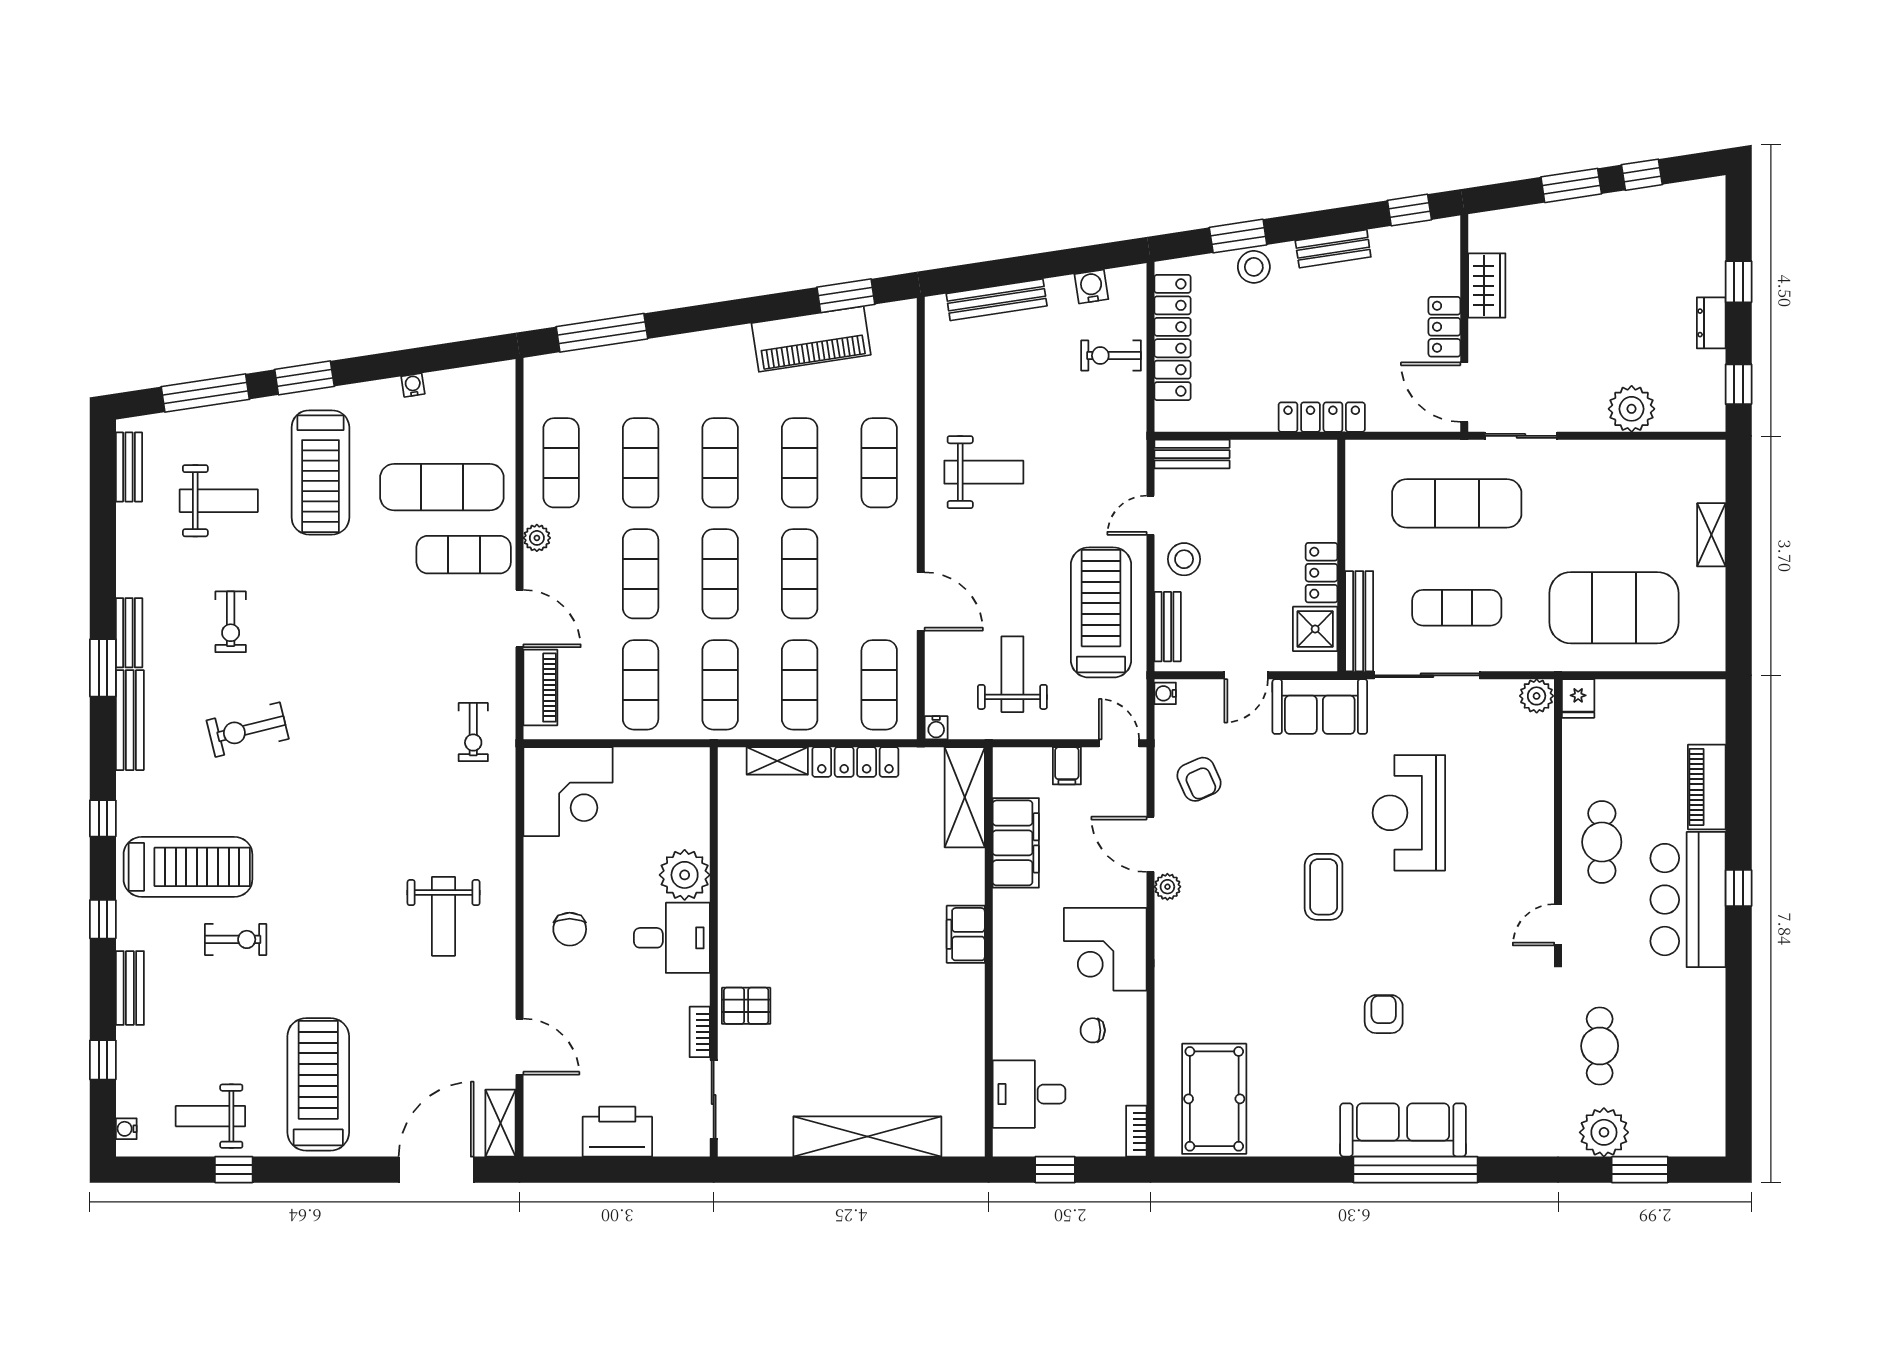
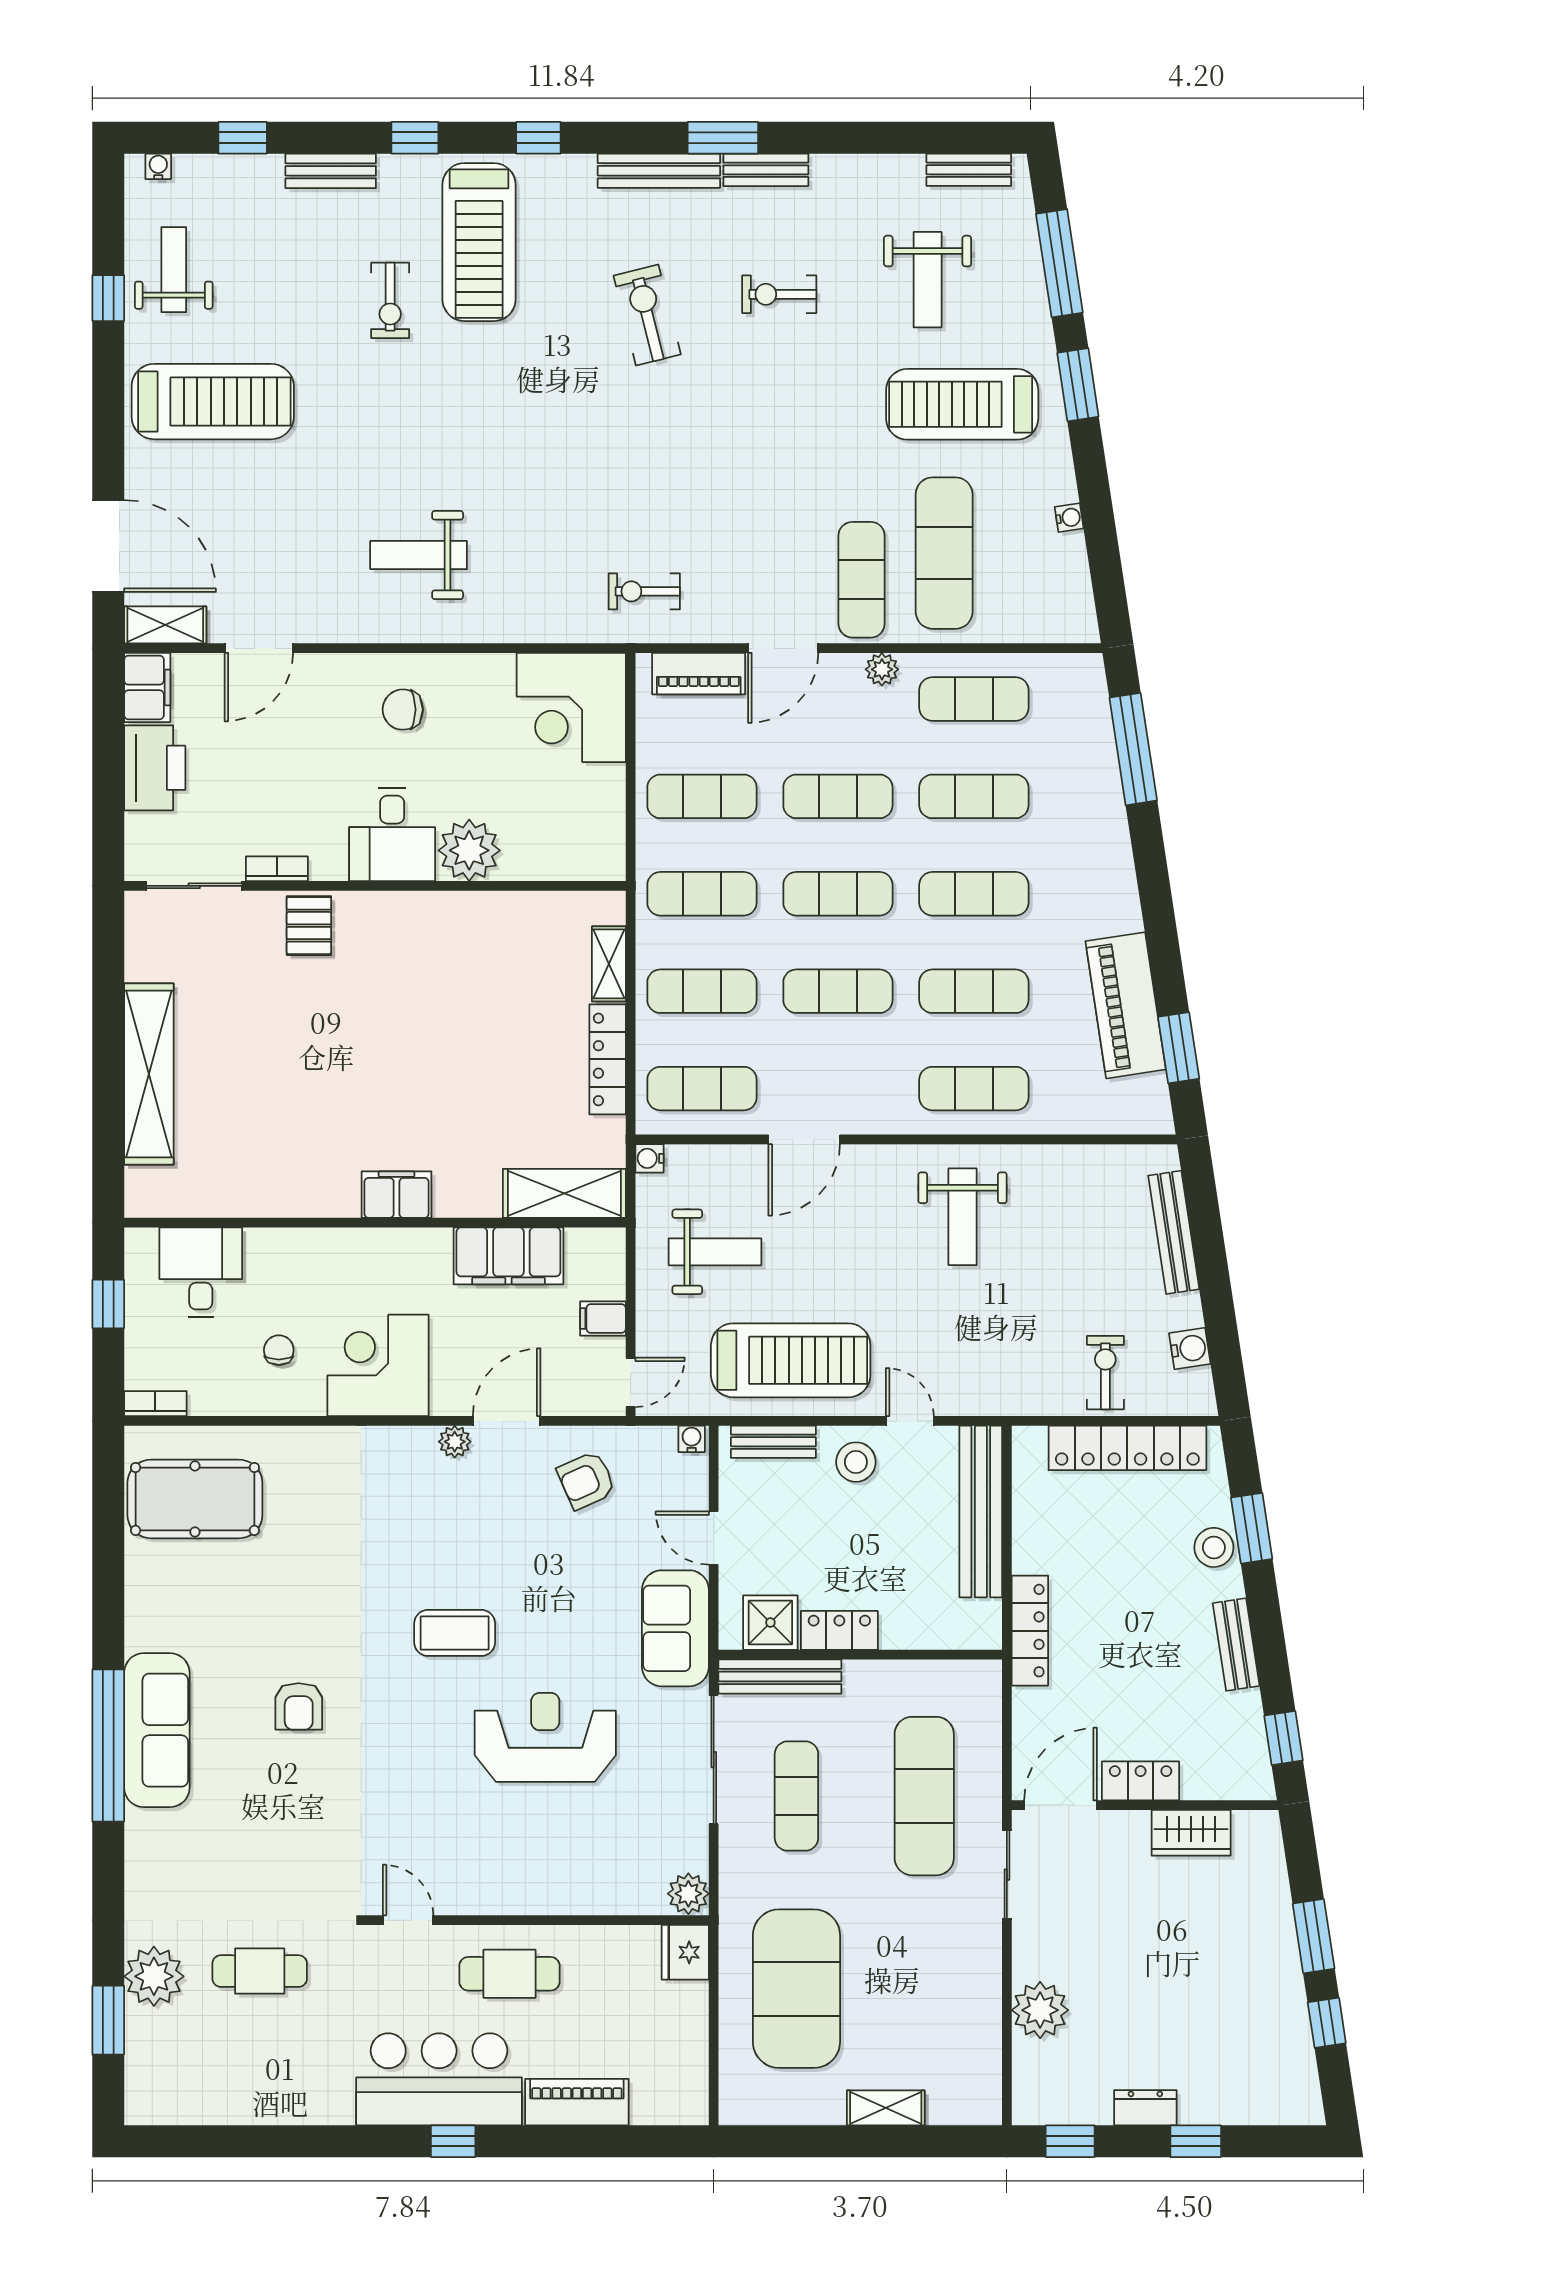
bench: (1192, 454) -> (981, 1511), width x1.86, depth x1.21
fridge: (1578, 698) -> (685, 1952), width x1.38
armchair: (1384, 1014) -> (299, 1706), turned 90
filing cabinet: (552, 1138) -> (147, 687), added

